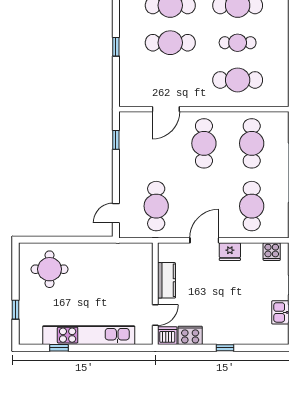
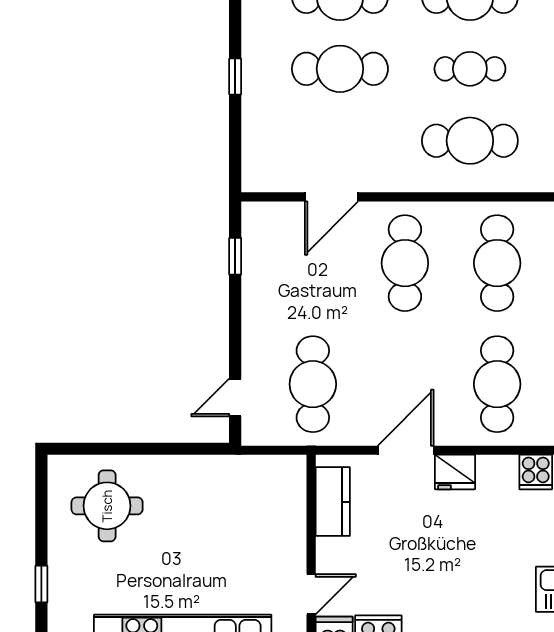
kitchen counter: (167, 280) -> (333, 502), moved

